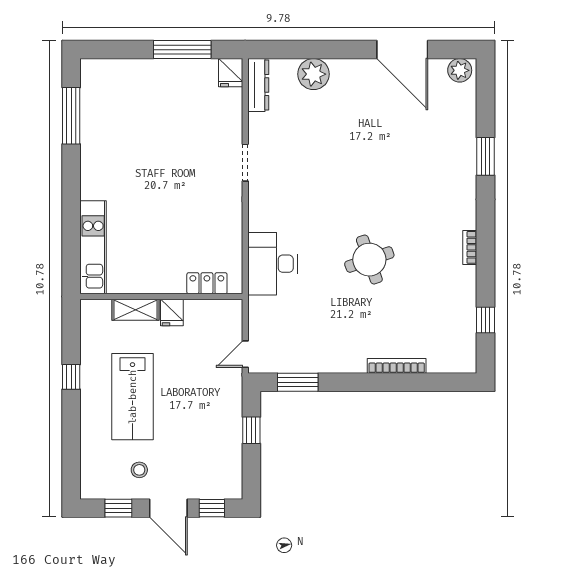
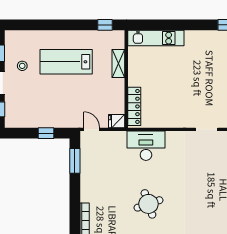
locker: (207, 283) -> (134, 106), width x1.53
fridge: (172, 312) -> (117, 121), moved
window: (71, 377) -> (105, 25), moved

